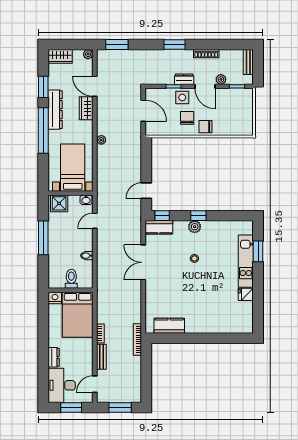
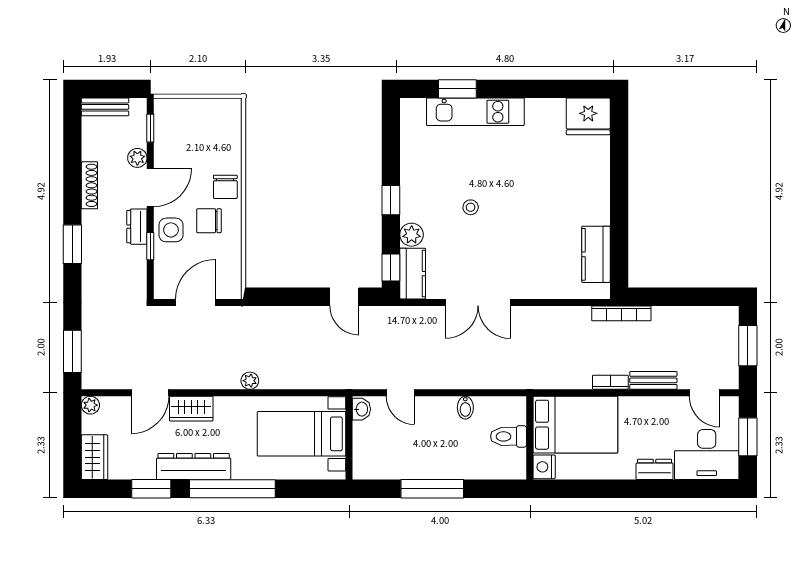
shower: (59, 203) -> (368, 459), removed
plant: (195, 227) -> (412, 235), moved
fridge: (246, 294) -> (588, 116), moved, width x1.88, depth x1.34

